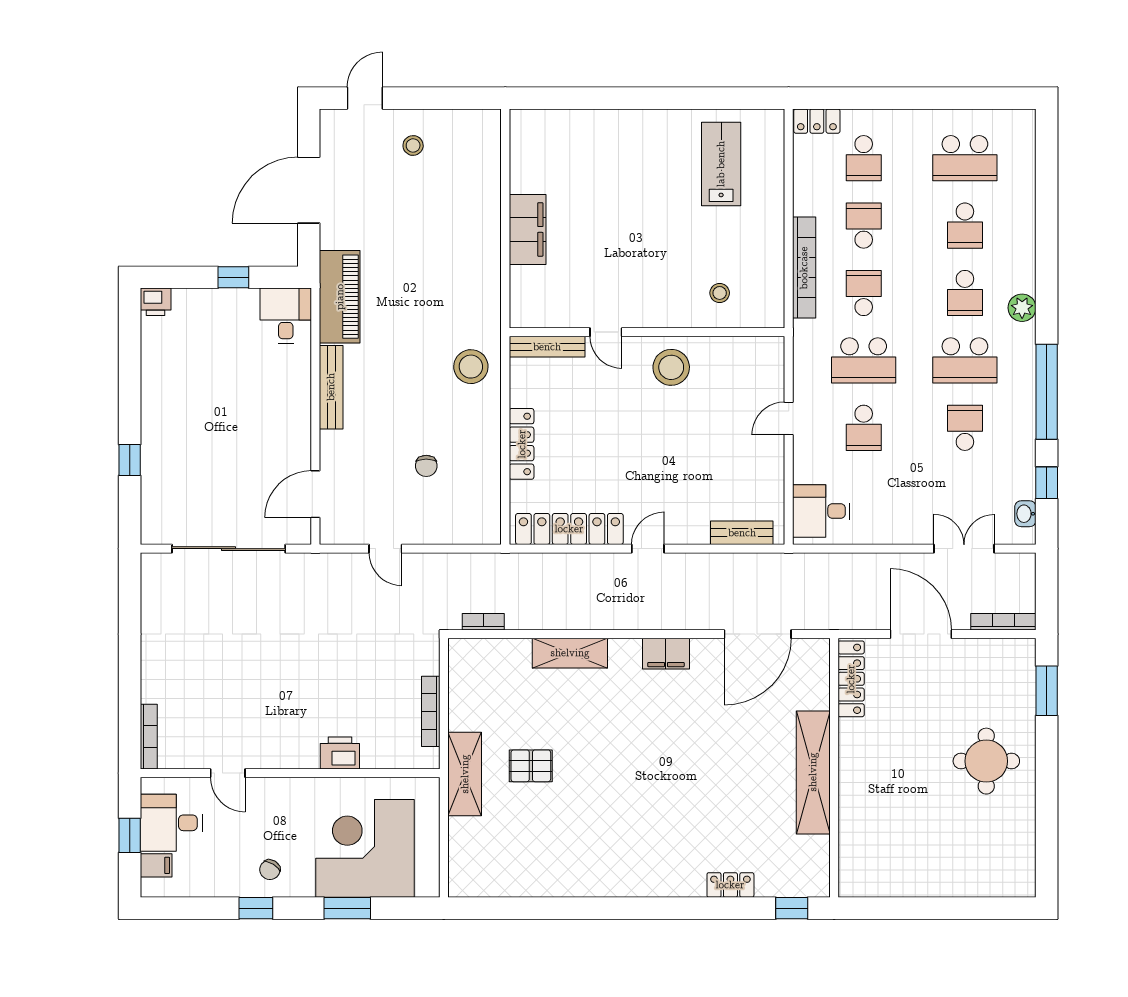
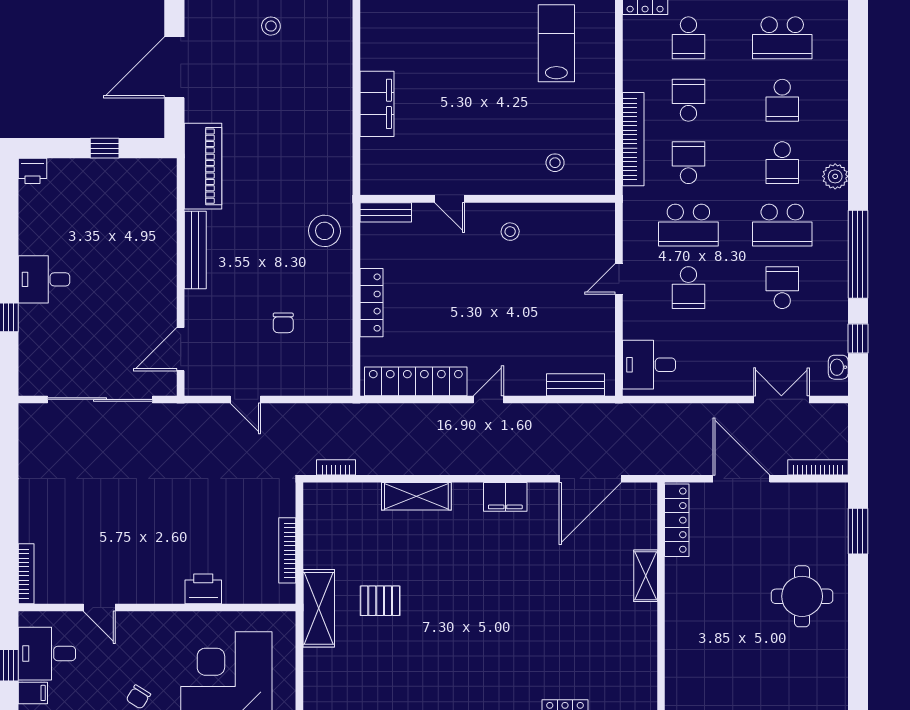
desk: (286, 316) -> (44, 279), moved, turned -90
bench: (547, 347) -> (386, 212), width x0.73
stool: (671, 367) -> (510, 232), width x0.53, depth x0.53
shelving: (813, 772) -> (646, 576), width x0.45, depth x0.75

